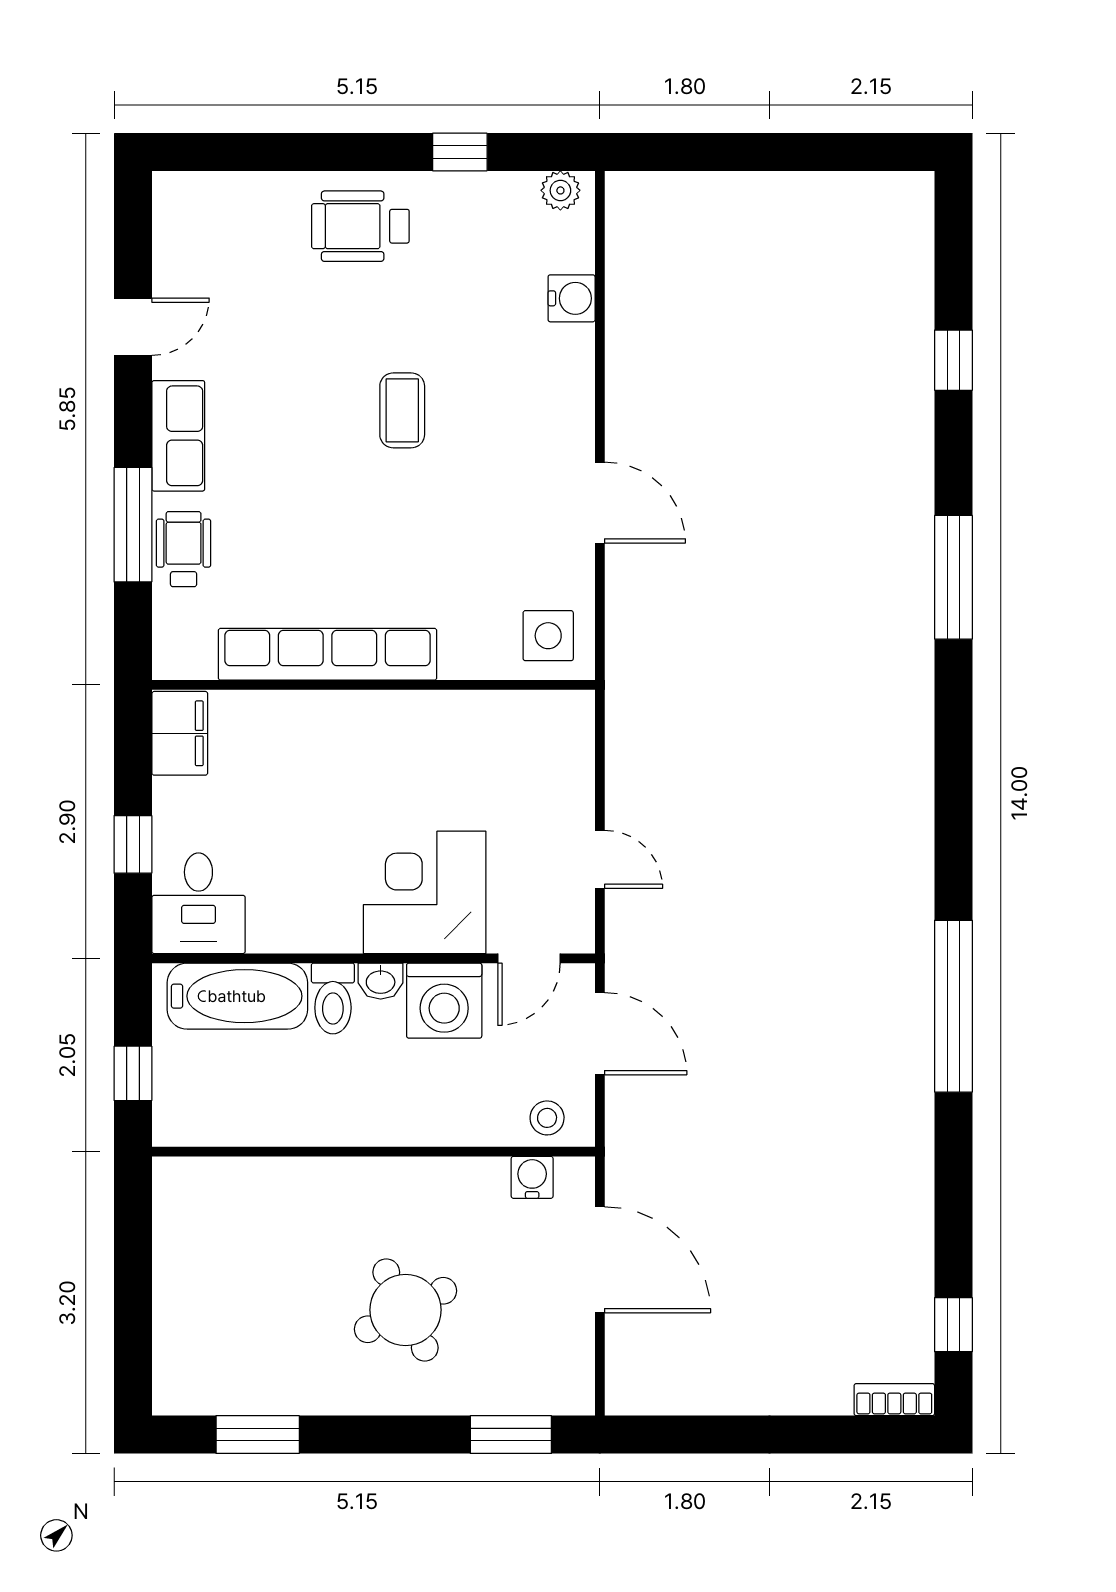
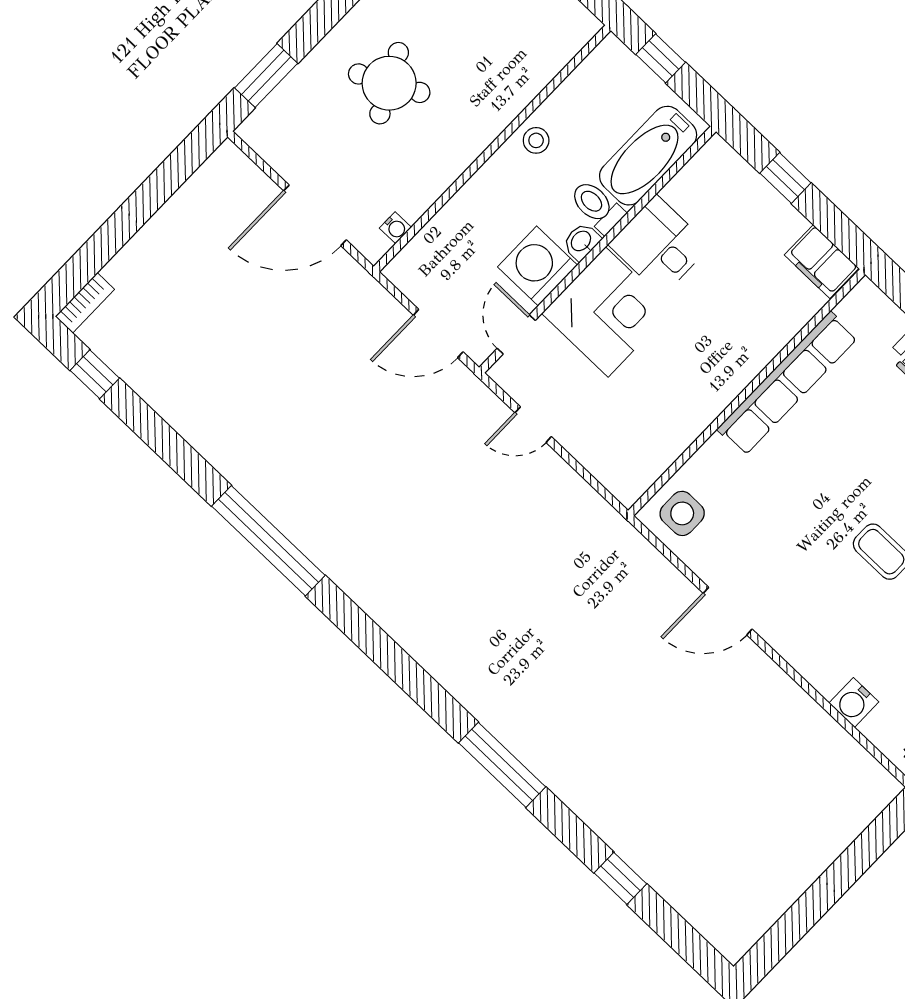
desk: (198, 903) -> (659, 245), moved
stool: (547, 1118) -> (536, 140), moved
water cooler: (532, 1177) -> (395, 228), width x0.72, depth x0.72

